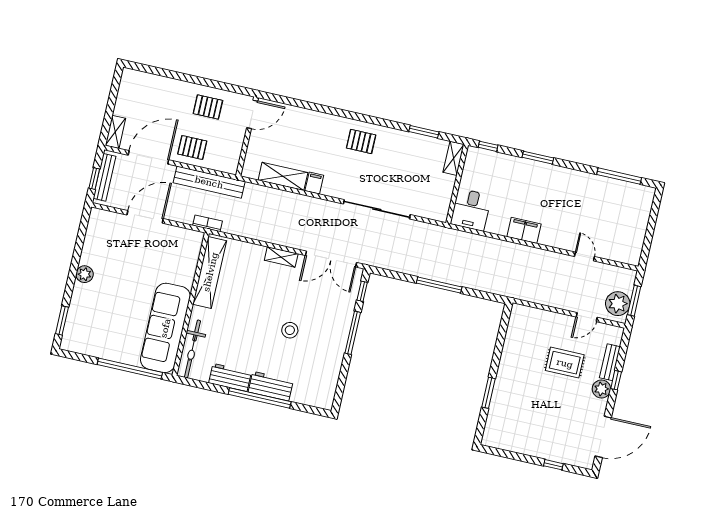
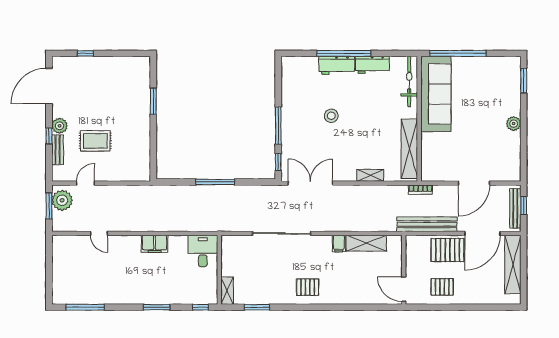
door: (252, 114) -> (404, 289), hinge flipped
shelving: (115, 132) -> (513, 265), width x2.20, depth x1.33
pallet: (192, 147) -> (448, 250), width x1.50, depth x1.42
shelving: (281, 257) -> (370, 175), moved

